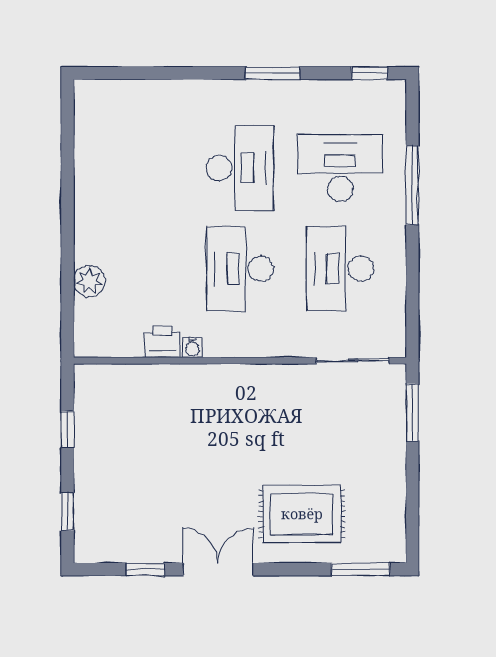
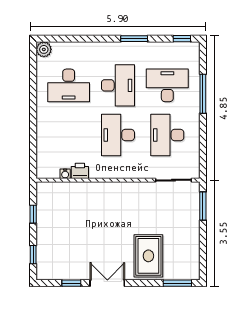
desk: (140, 168) -> (69, 85), added
plant: (89, 281) -> (44, 49), moved
water cooler: (192, 347) -> (65, 174), moved
rug: (302, 514) -> (148, 256), turned 90

